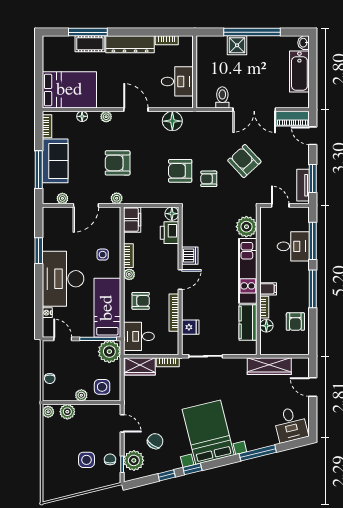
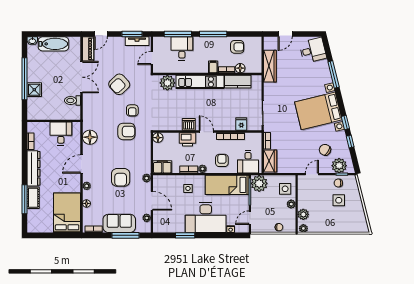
armchair: (180, 171) -> (126, 131), turned -90
printer: (170, 233) -> (188, 139), moved

